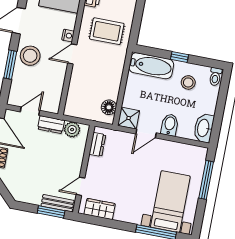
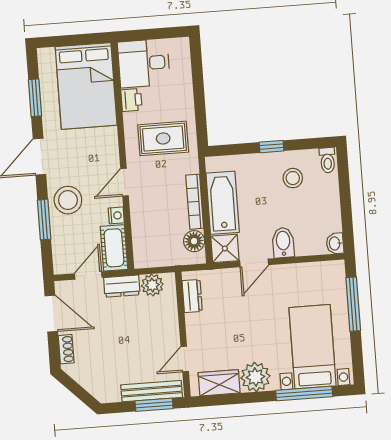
nightstand: (68, 36) -> (116, 215), moved
bathtub: (151, 66) -> (223, 203), moved, turned -90
bookcase: (117, 80) -> (195, 202), added
cot: (53, 97) -> (114, 248), added
washbasin: (204, 128) -> (335, 243), width x0.52, depth x0.69
bench: (58, 203) -> (152, 391), width x1.36
plant: (126, 212) -> (255, 377), added

